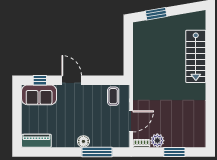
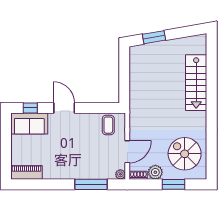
spiral stairs: (185, 123) -> (185, 154), added
floor lamp: (83, 141) -> (77, 173), removed
plant: (125, 143) -> (120, 174), added

